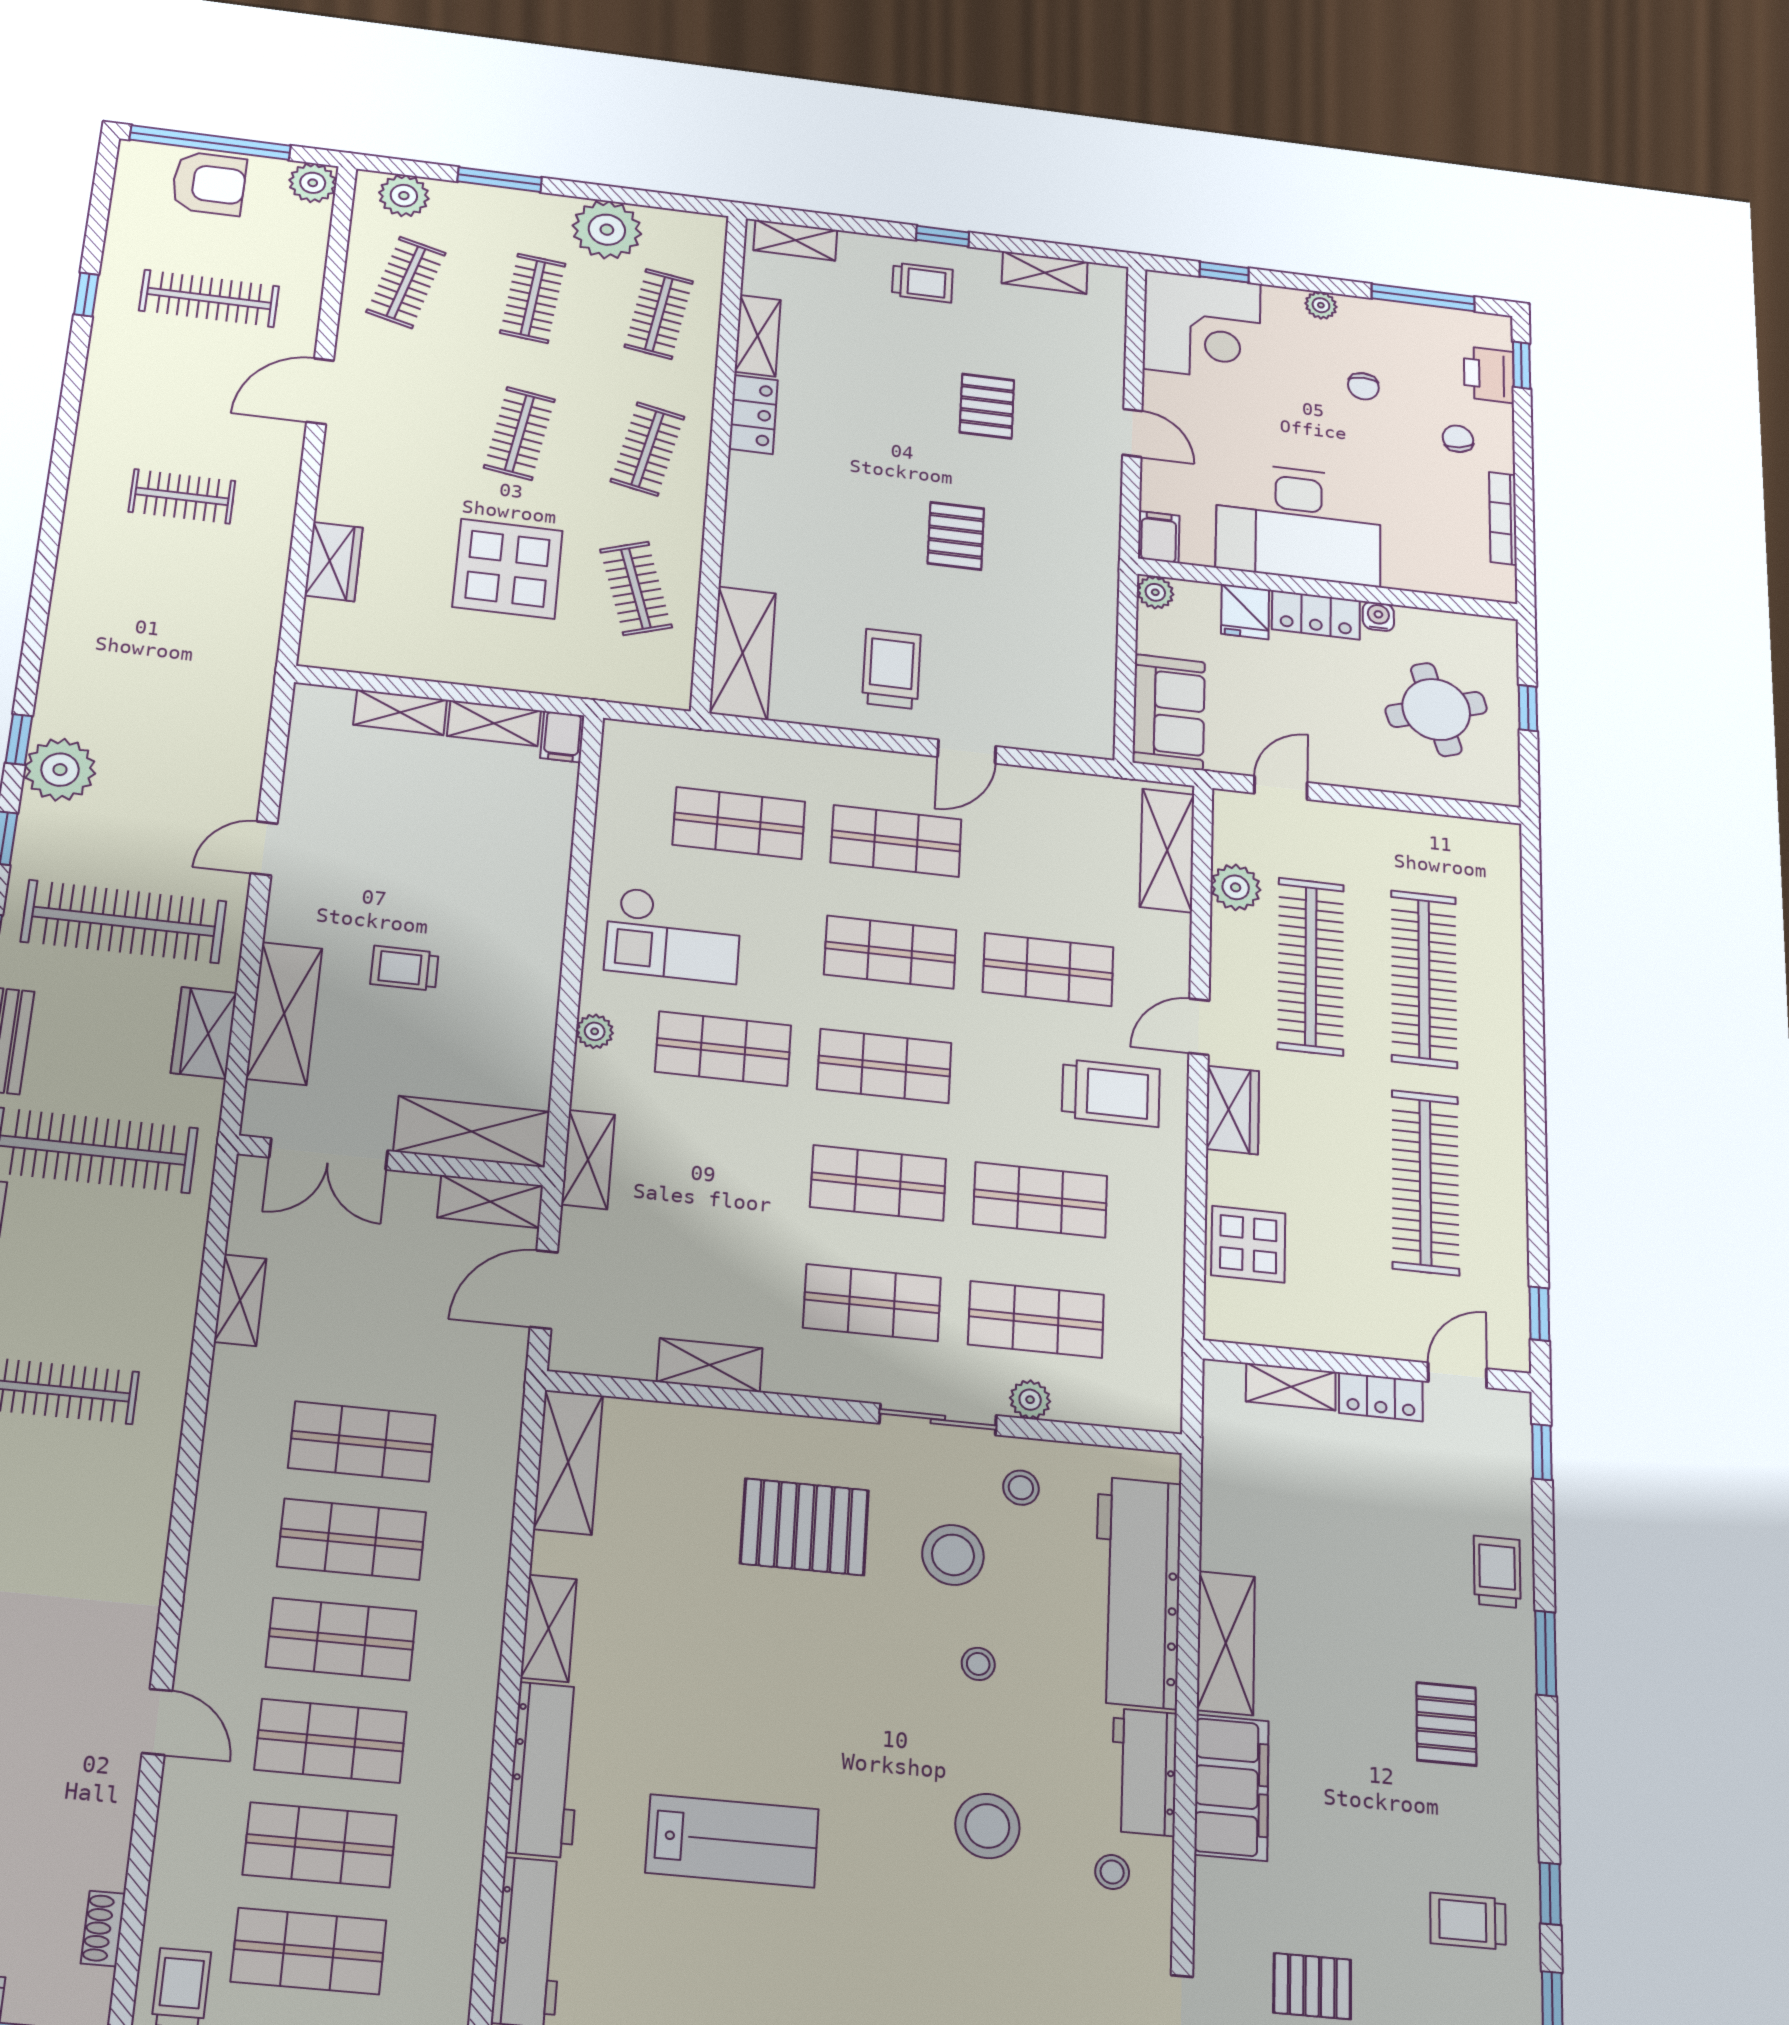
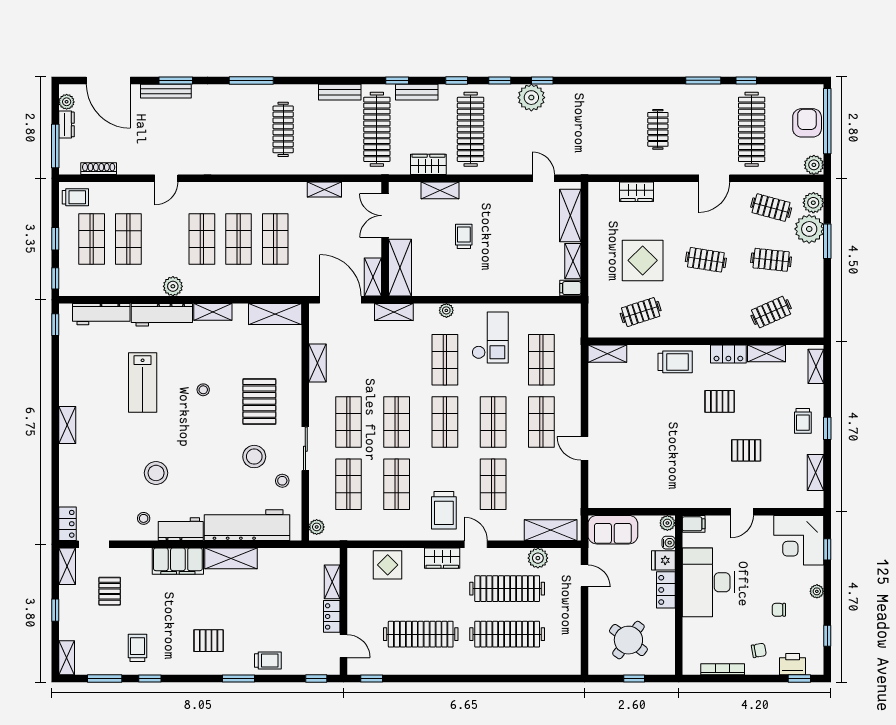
armchair: (209, 184) -> (807, 123), turned 180
plant: (607, 230) -> (809, 229), moved
clothes rail: (209, 298) -> (752, 129), width x1.37, depth x1.31
window: (1423, 298) -> (827, 636), width x0.46
clothes rail: (659, 314) -> (771, 312), turned -33
window: (73, 385) -> (703, 80), added
door: (320, 391) -> (714, 178), swing flipped
clothes rail: (648, 449) -> (706, 312), removed
pallet: (956, 536) -> (720, 401), moved
water cooler: (1378, 617) -> (669, 543), moved
shelving: (743, 653) -> (607, 354), width x0.67, depth x0.75
trolley: (891, 669) -> (675, 362), moved
round table: (1436, 709) -> (628, 640), turned -36
shelving: (400, 712) -> (570, 215), width x1.50, depth x1.33
door: (264, 848) -> (543, 178), moved
checkout: (673, 935) -> (490, 337), turned 180
shelving: (284, 1013) -> (440, 190), width x0.67, depth x0.75
door: (544, 1290) -> (340, 300), width x1.36
plant: (1030, 1400) -> (317, 527), moved
stool: (978, 1664) -> (203, 390), moved
plant: (467, 1731) -> (173, 286), added
shop shelf: (331, 1741) -> (165, 239), removed
shoe rack: (103, 1928) -> (99, 169), width x1.43

